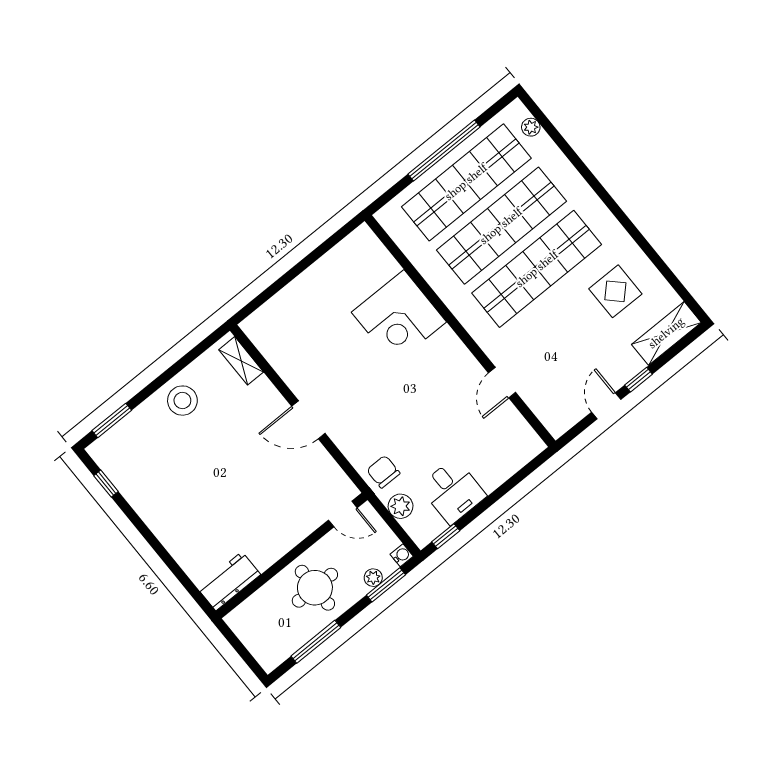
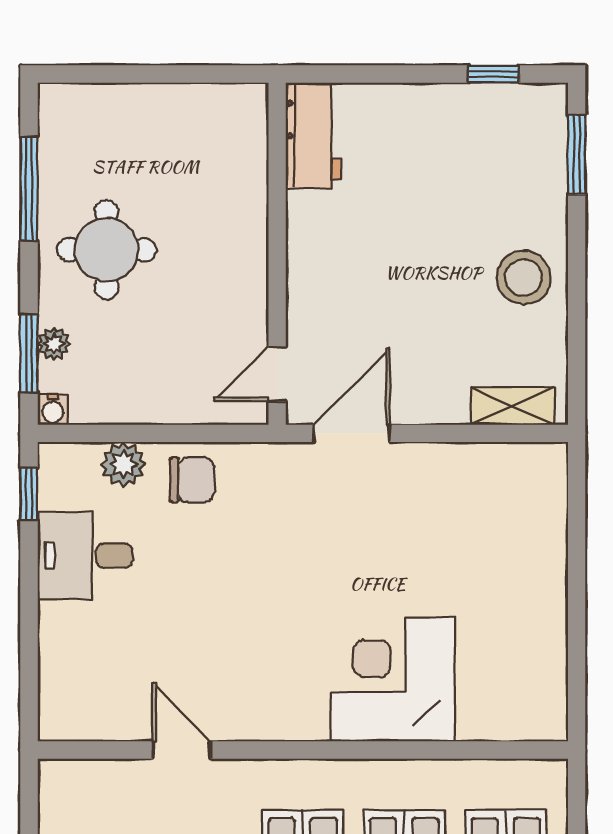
door: (343, 514) -> (277, 374), moved
wall: (292, 556) -> (277, 254), moved
workbench: (229, 581) -> (313, 135), moved

